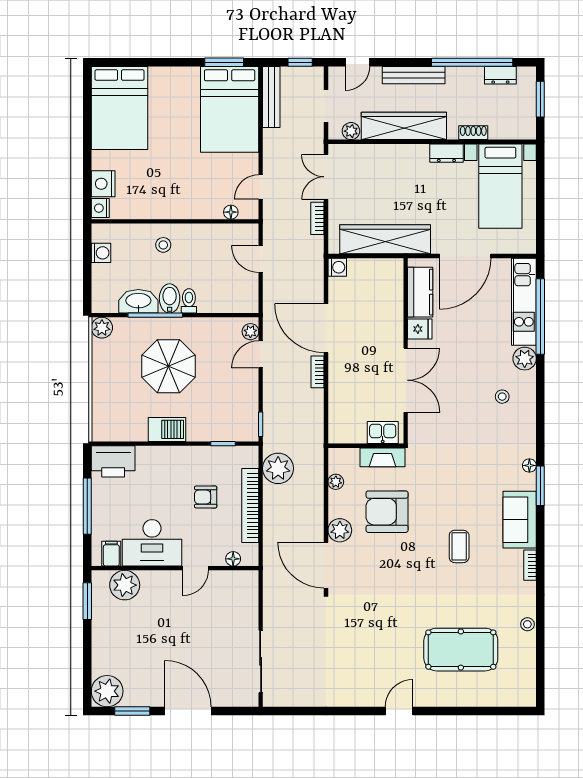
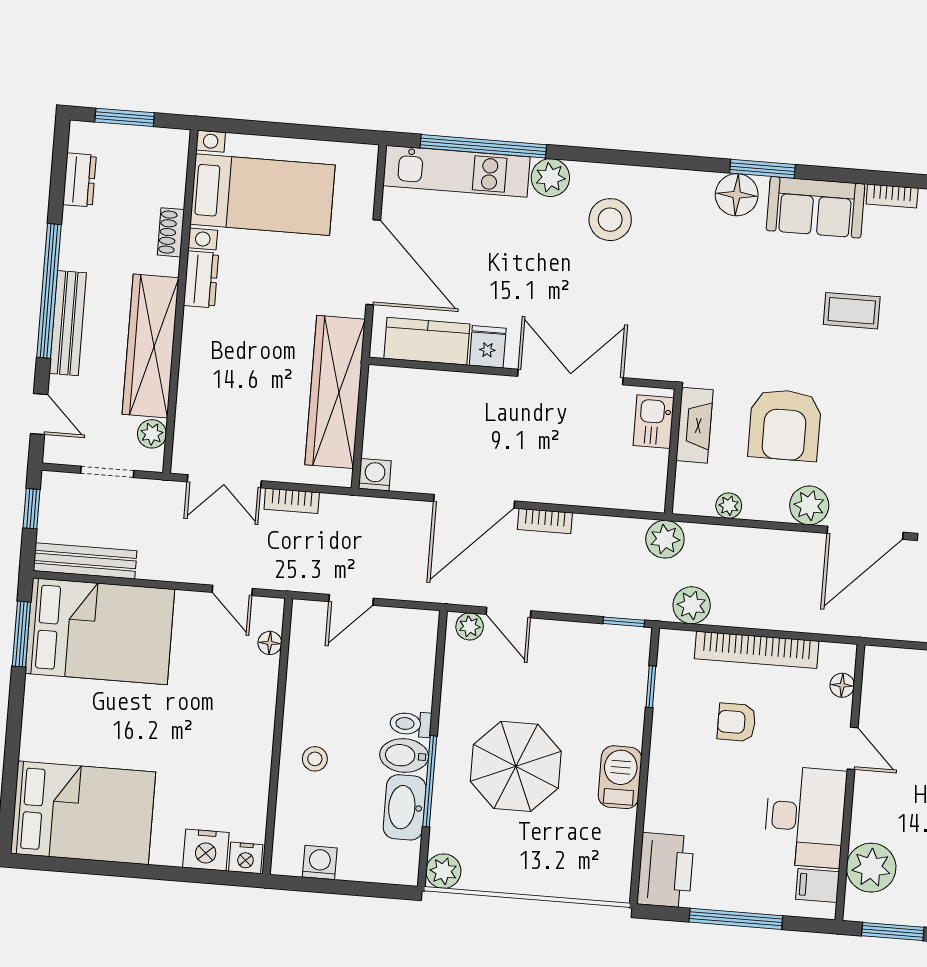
window: (472, 62) -> (49, 291), moved
stool: (502, 397) -> (610, 220), width x1.89, depth x1.89
plant: (312, 445) -> (665, 539), added
floor lamp: (529, 465) -> (737, 195), width x1.89, depth x1.89
plant: (278, 468) -> (692, 605), width x0.73, depth x0.73
armchair: (206, 497) -> (737, 722), turned 90

